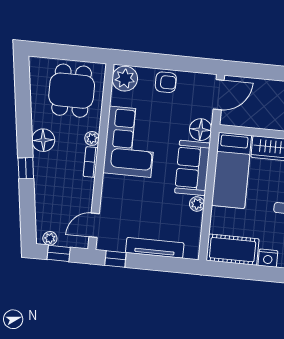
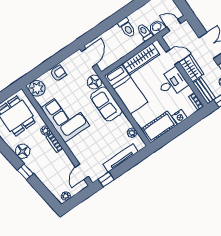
plant: (197, 204) -> (132, 133), moved
window: (59, 253) -> (76, 200), removed

